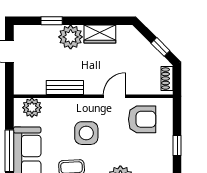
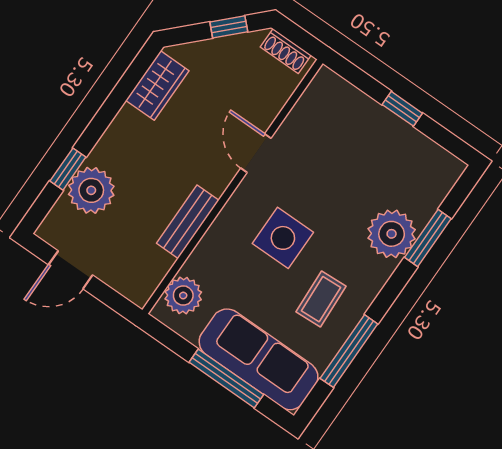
wardrobe: (100, 34) -> (157, 86), moved
plant: (71, 37) -> (91, 190), moved
armchair: (142, 119) -> (323, 135), removed

